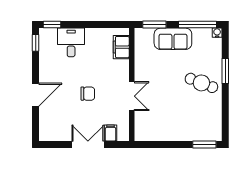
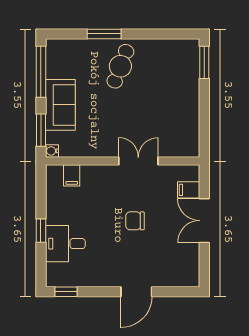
window: (52, 25) -> (41, 231), moved
water cooler: (217, 33) -> (52, 151), moved
filing cabinet: (121, 47) -> (72, 175), width x0.50
chair: (88, 94) -> (135, 221), turned -90
door: (36, 95) -> (136, 292), swing flipped

